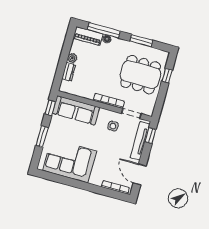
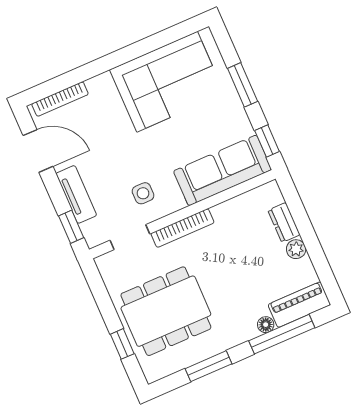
tv unit: (140, 141) -> (76, 194), width x0.71

